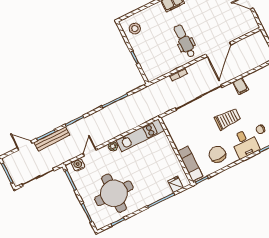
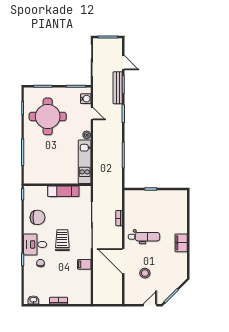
stool: (135, 29) -> (145, 273), moved
trolley: (228, 119) -> (62, 240), turned 180
door: (25, 146) -> (123, 63), hinge flipped
exam couch: (190, 164) -> (63, 191), moved
fridge: (176, 184) -> (30, 171), removed

